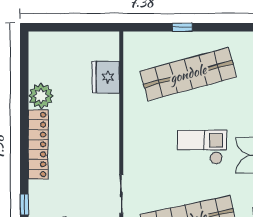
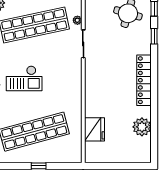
plant: (41, 96) -> (142, 127), moved

